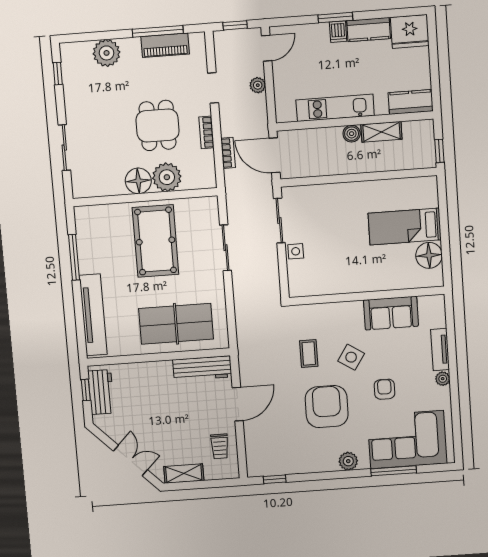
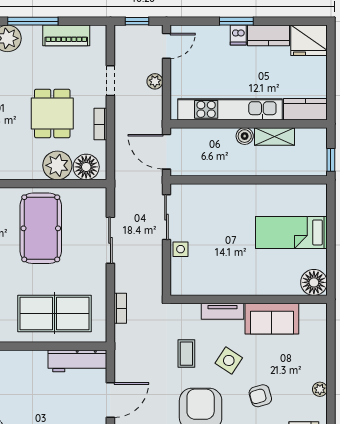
window: (158, 31) -> (33, 21), moved
kitchen unit: (335, 108) -> (230, 109), width x1.36
bookcase: (228, 153) -> (120, 308), moved
floor lamp: (138, 181) -> (86, 167), moved
floor lamp: (429, 255) -> (314, 282), moved
tv unit: (440, 350) -> (222, 311), moved, turned -90
armchair: (384, 389) -> (260, 396), turned -106

